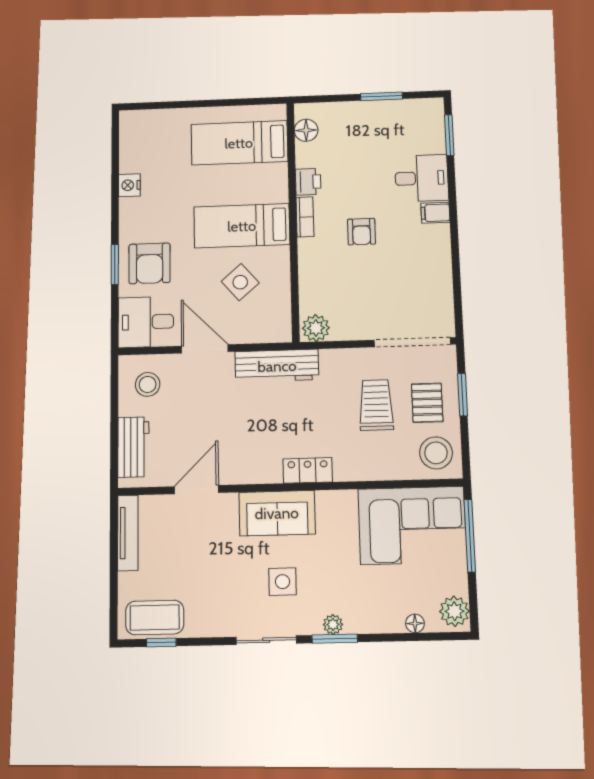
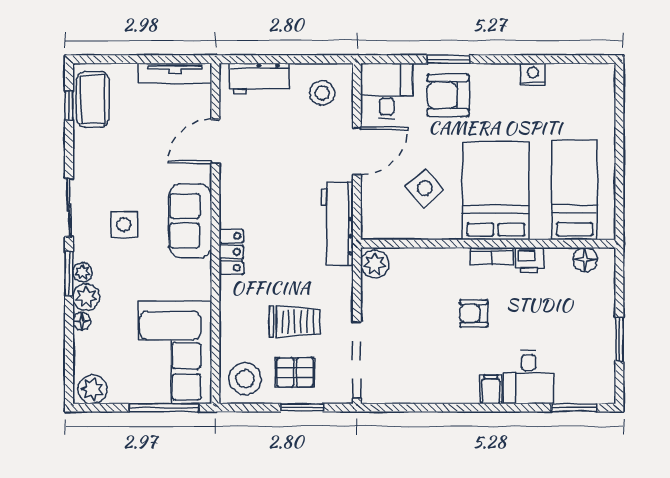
bed: (242, 226) -> (496, 191), width x1.50
door: (196, 490) -> (215, 141), swing flipped
plant: (359, 620) -> (86, 297), added
floor lamp: (415, 623) -> (82, 321), moved

